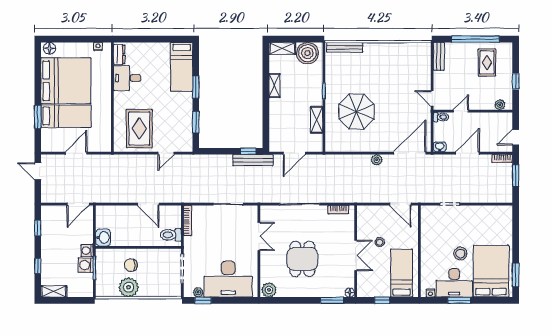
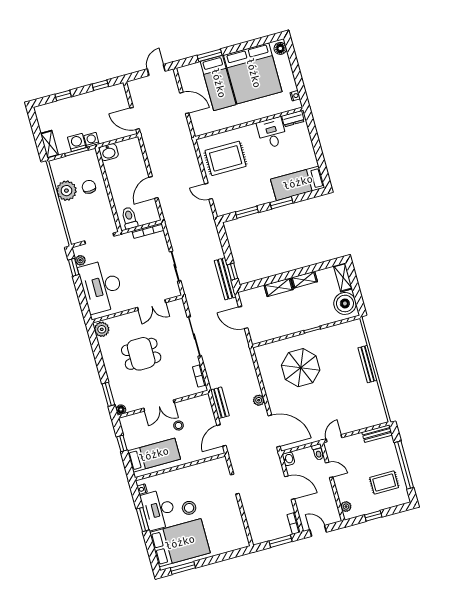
bench: (345, 47) -> (368, 364), moved
shelving: (317, 120) -> (279, 287), moved
bench: (369, 197) -> (220, 403), added
shelving: (54, 291) -> (49, 144), moved

